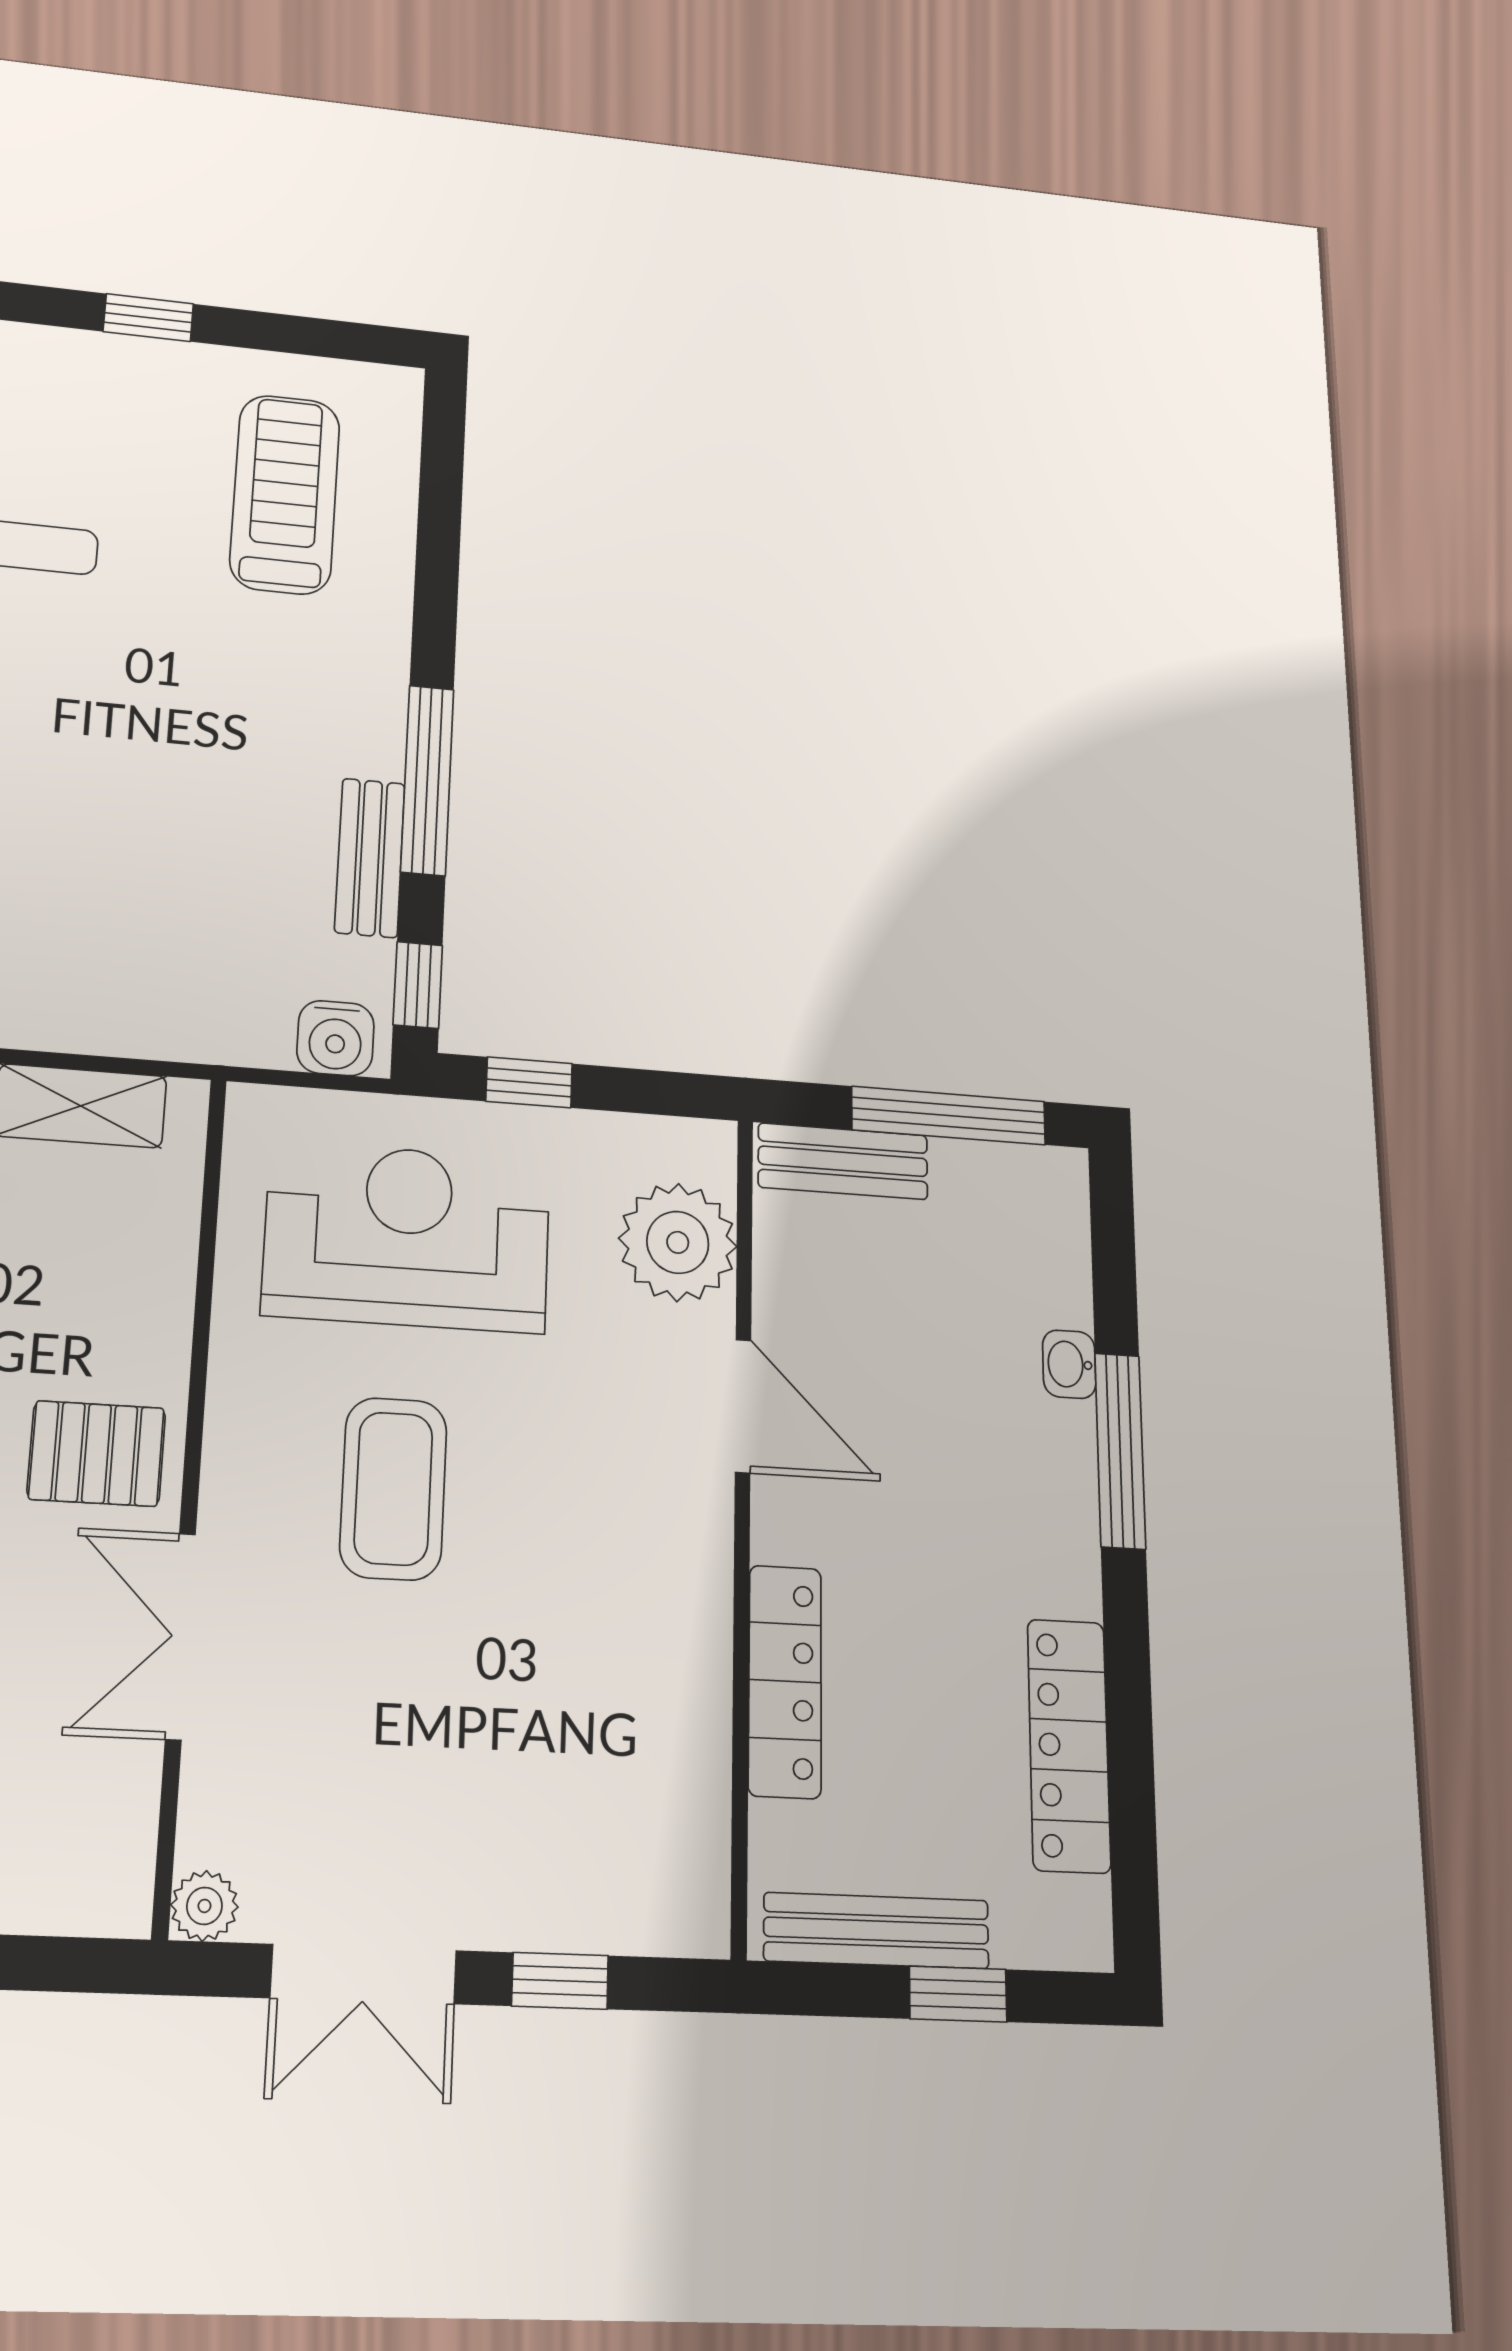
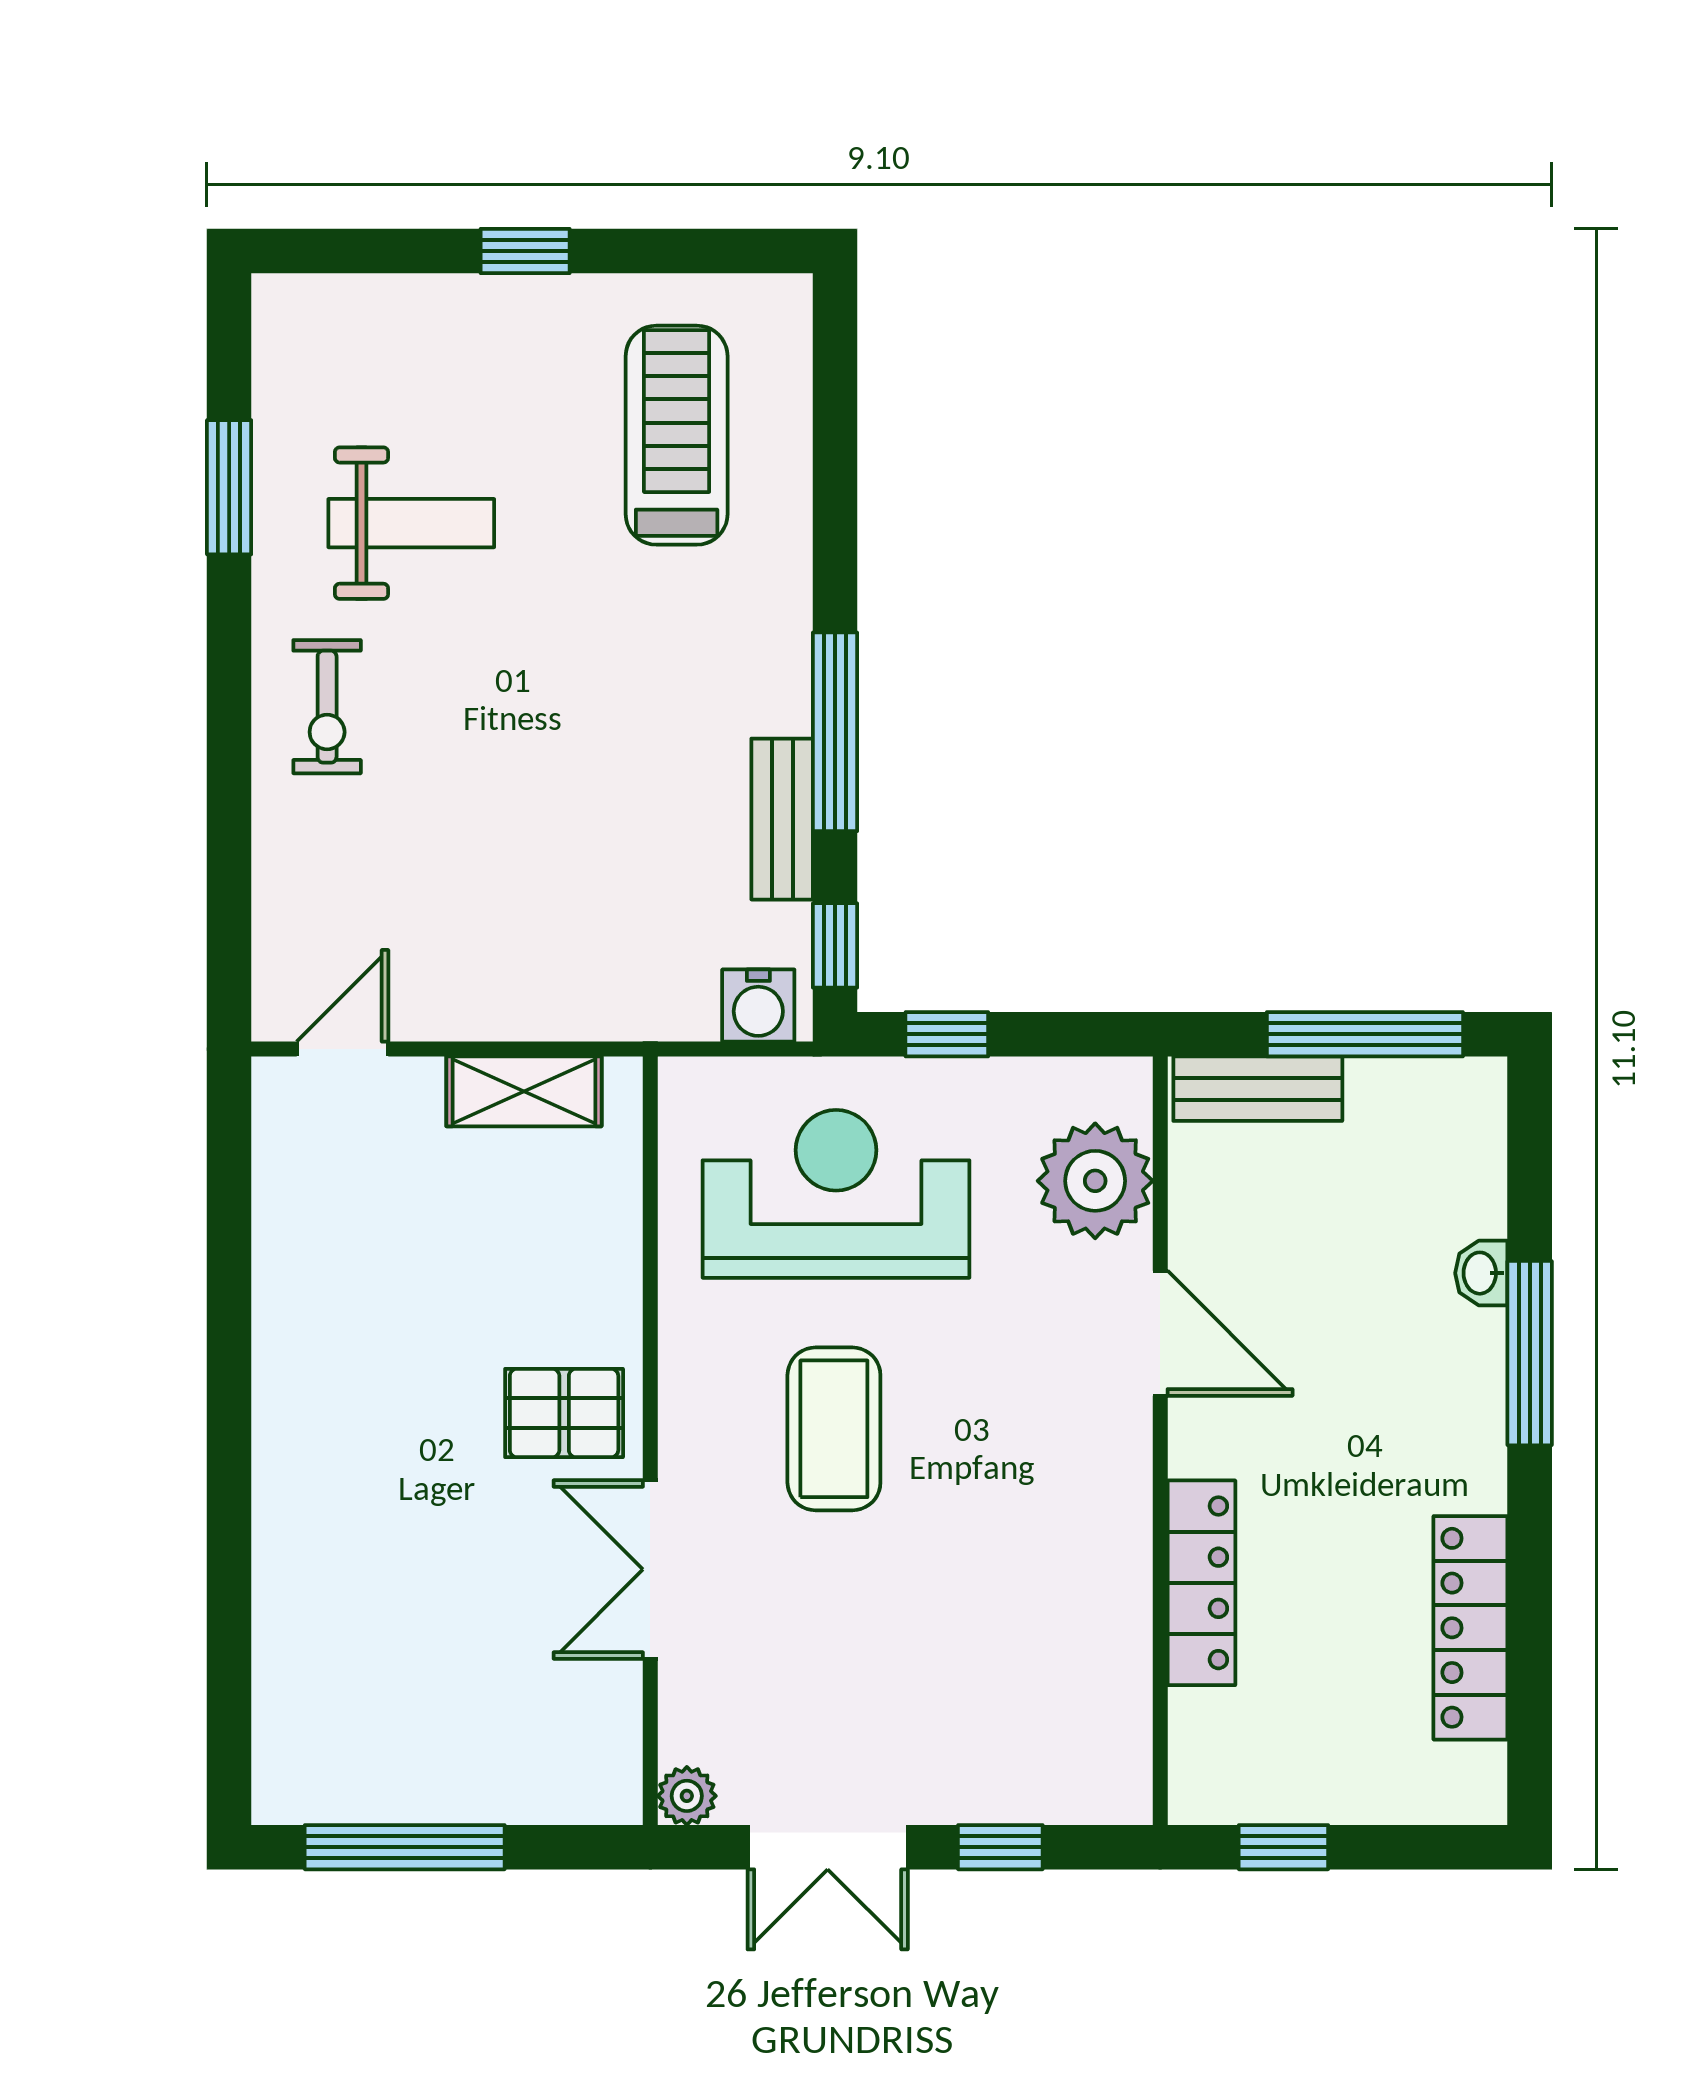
bench: (877, 1931) -> (1286, 1796), removed
window: (958, 1994) -> (1283, 1847), moved

